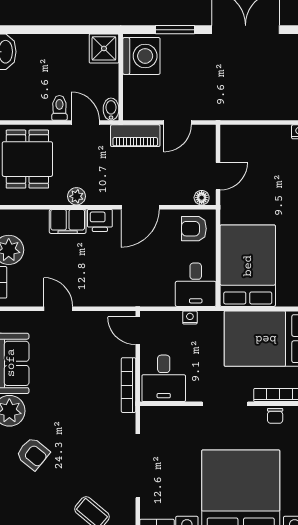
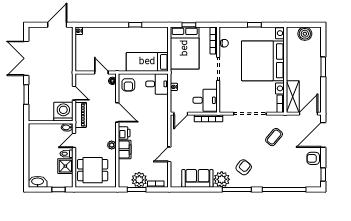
shower: (104, 48) -> (65, 166), moved
washing machine: (141, 56) -> (63, 112), moved
bed: (248, 266) -> (147, 62), width x0.67

